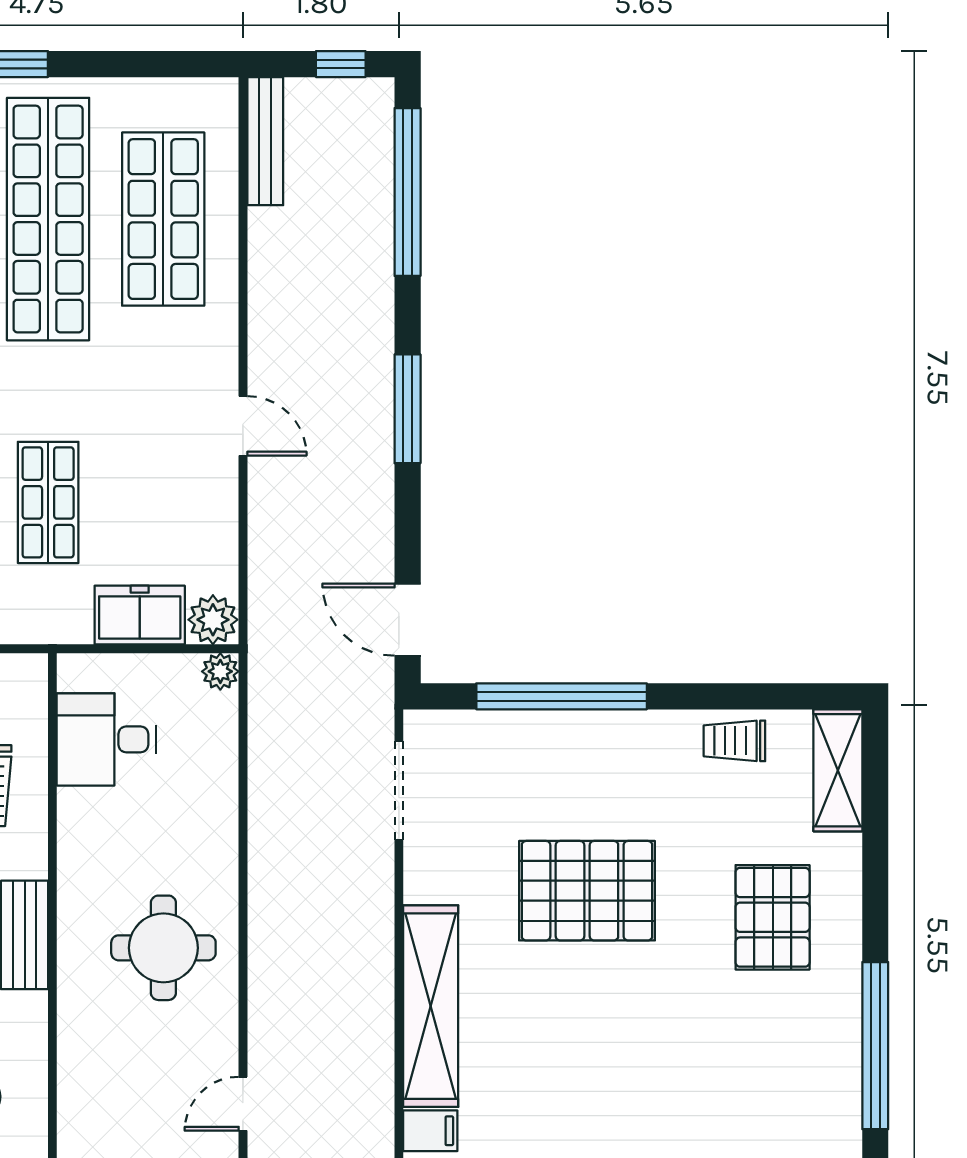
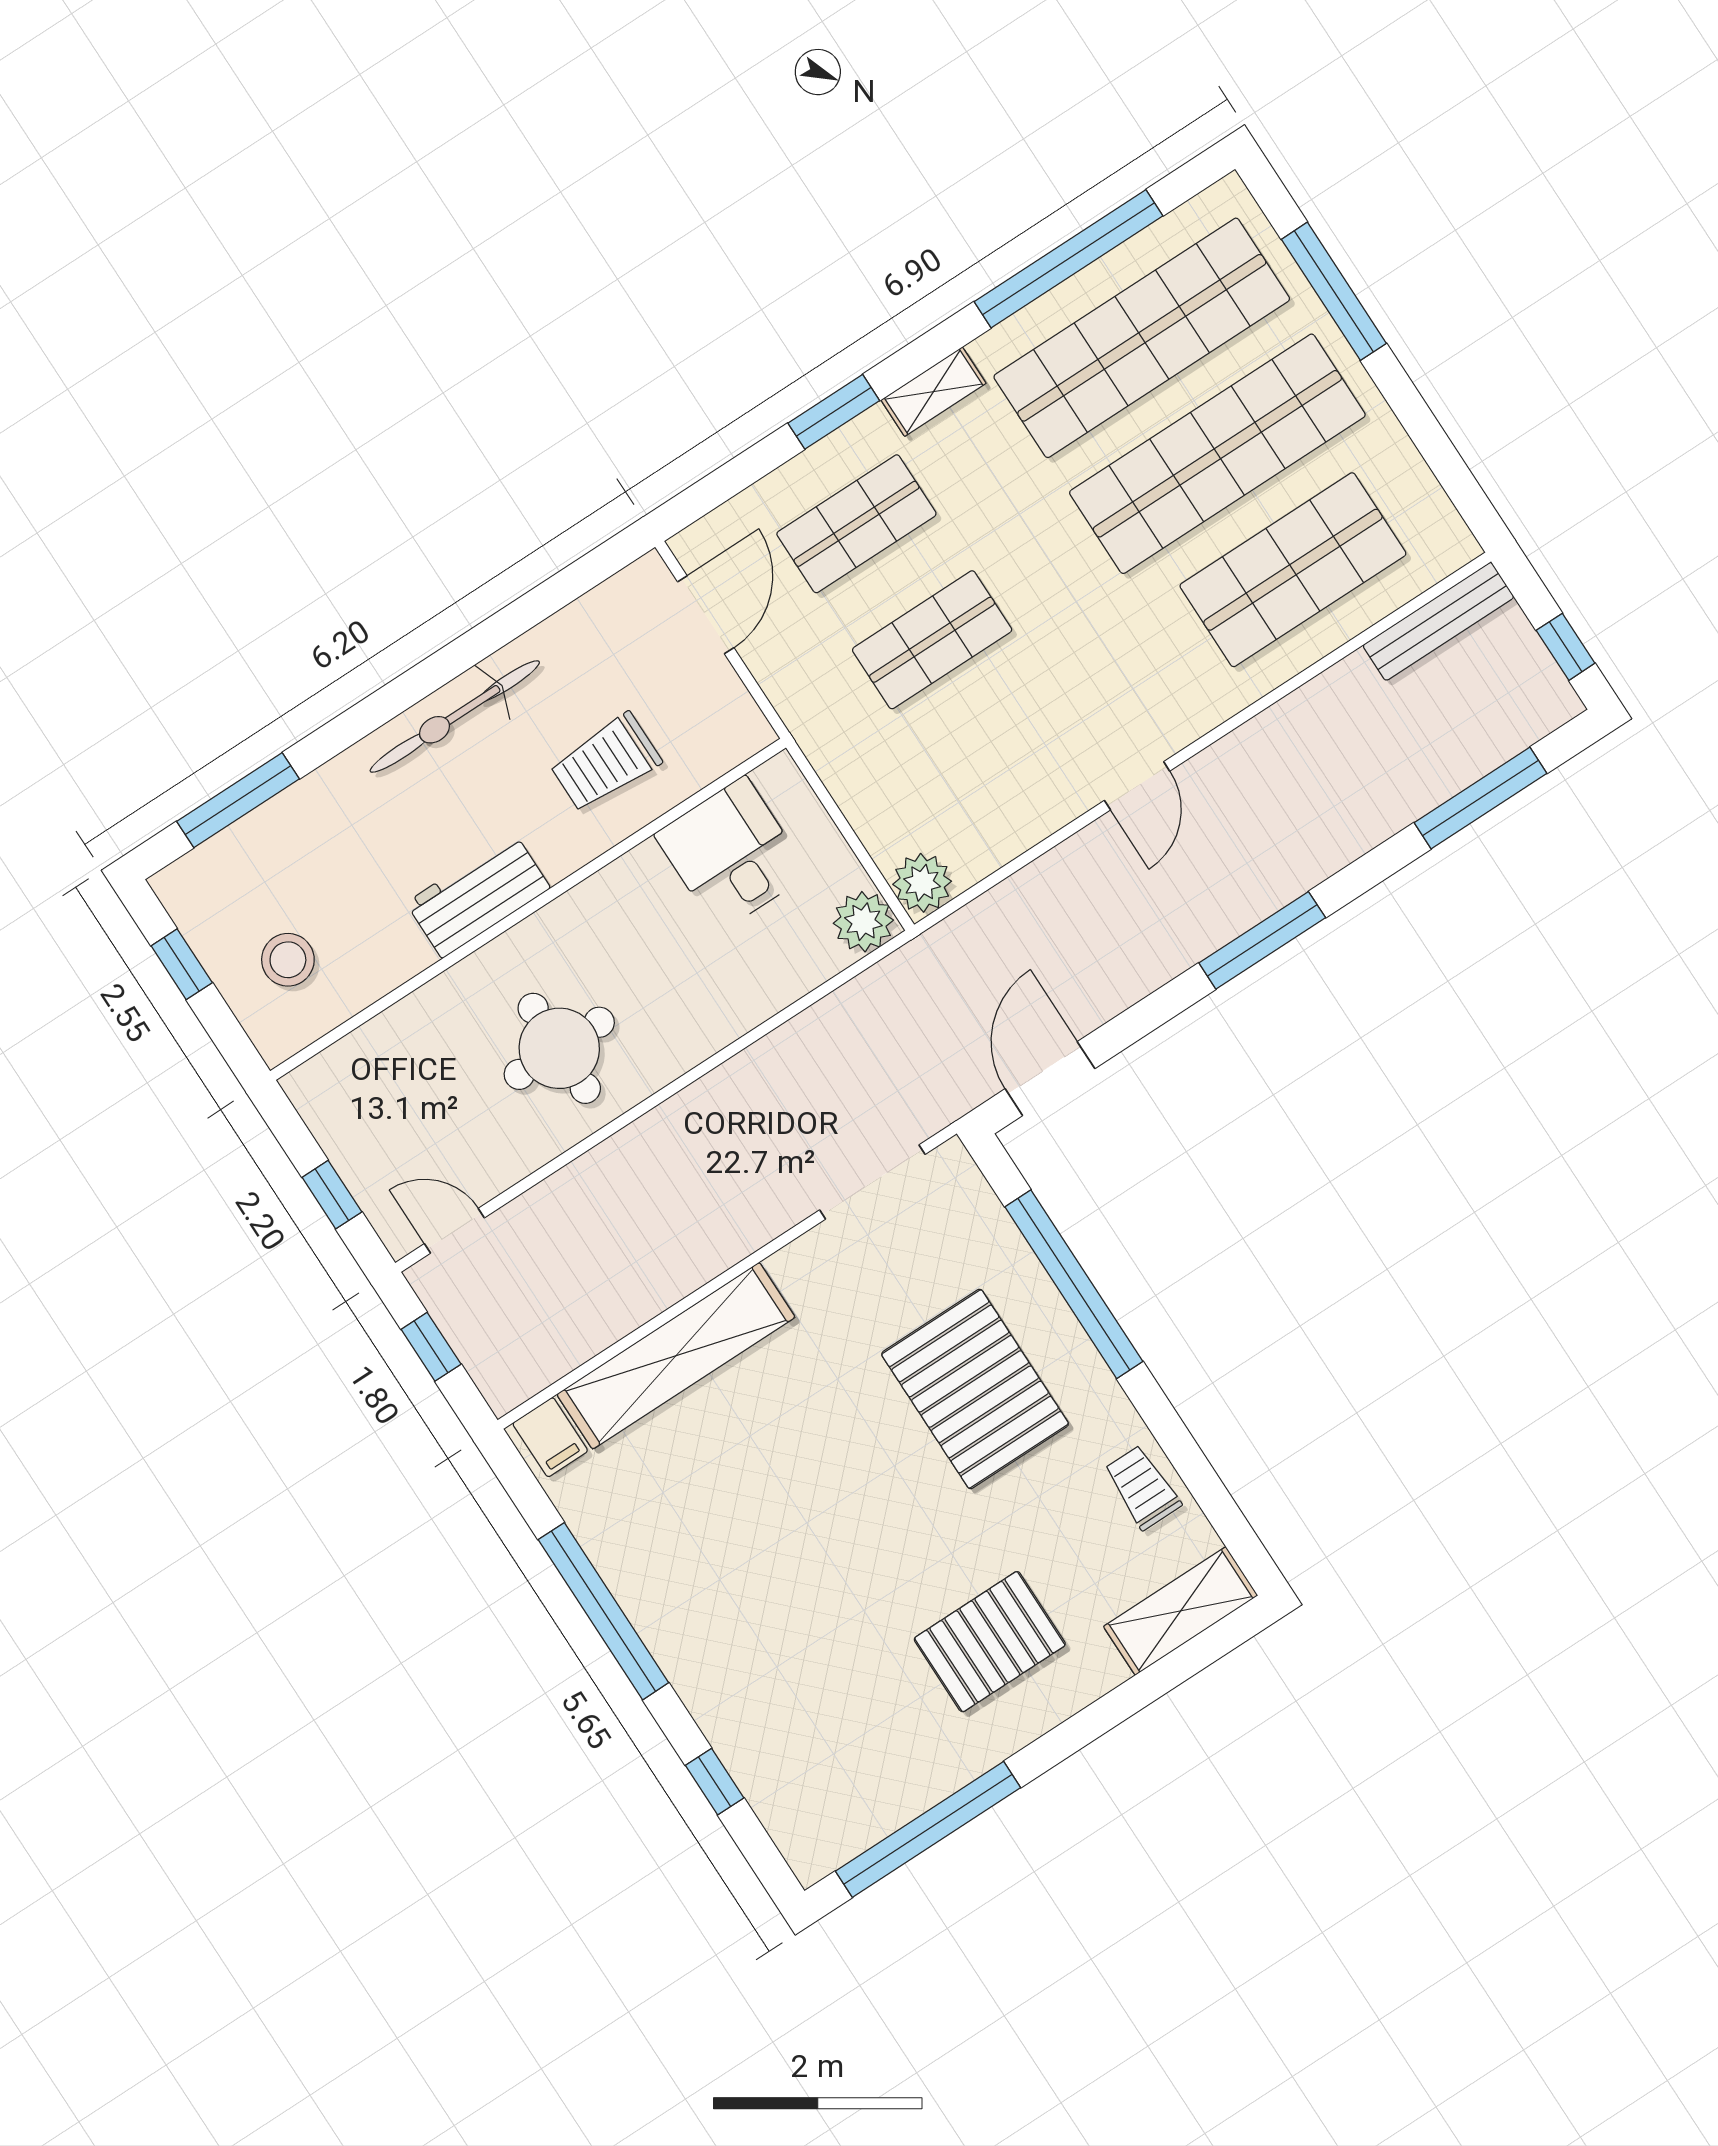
window: (408, 192) -> (1481, 798), width x0.68
freezer: (140, 615) -> (879, 806), removed
plant: (220, 671) -> (863, 922), width x1.38, depth x1.38
pallet: (587, 891) -> (975, 1389), moved

